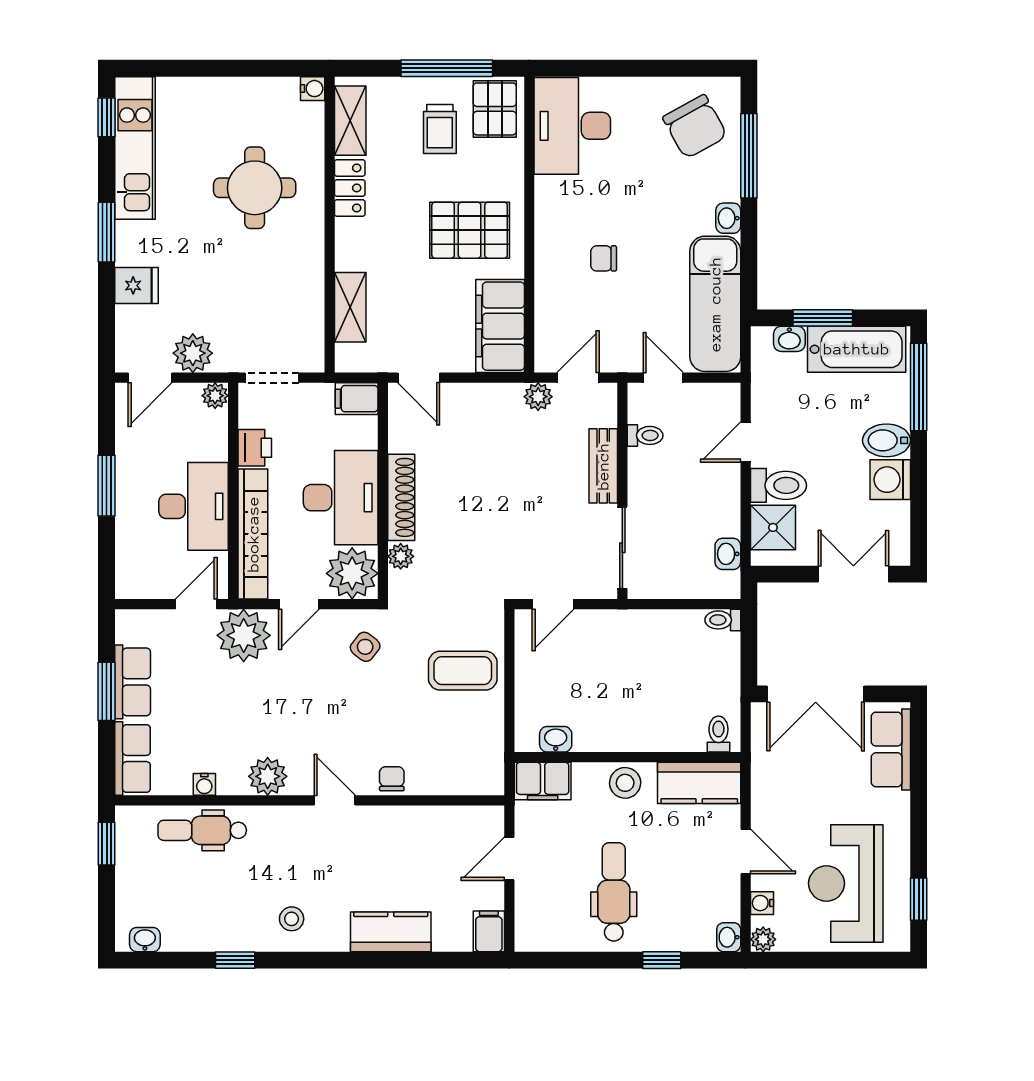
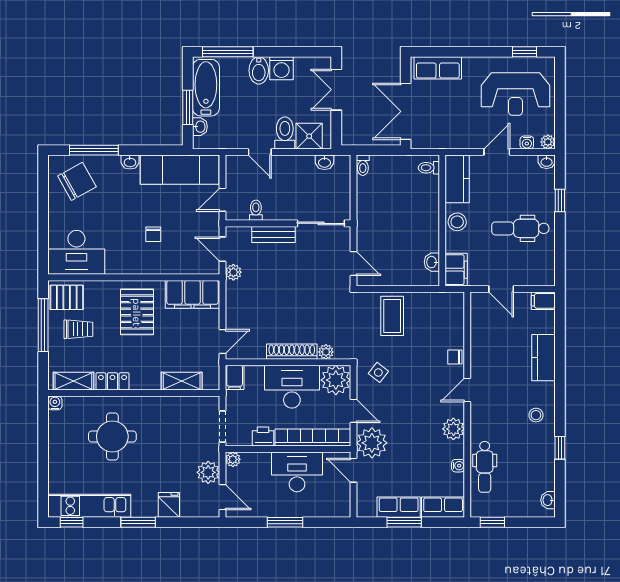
double door: (816, 694) -> (406, 111), swing flipped

